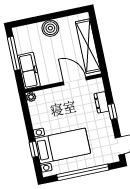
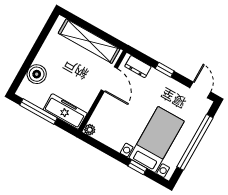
boiler: (50, 28) -> (37, 74), moved
door: (75, 81) -> (109, 79), swing flipped
dresser: (101, 102) -> (138, 67), moved

